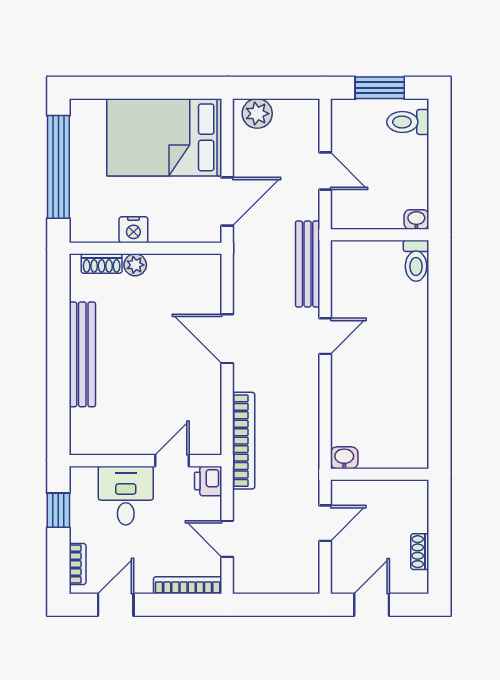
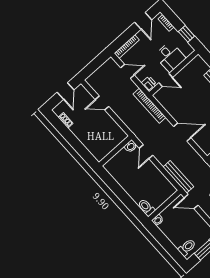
door: (325, 171) -> (191, 202), moved
door: (325, 336) -> (146, 152), moved
washbasin: (344, 458) -> (131, 146), moved
door: (172, 461) -> (166, 80), hinge flipped
wall: (380, 474) -> (115, 151), moved
door: (325, 523) -> (102, 103), hinge flipped

